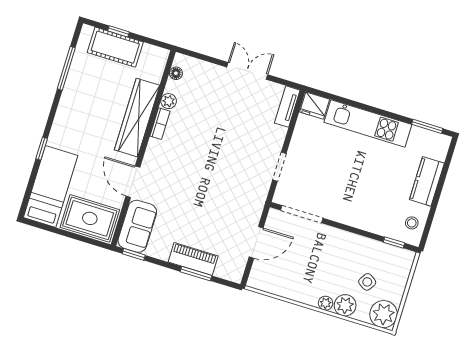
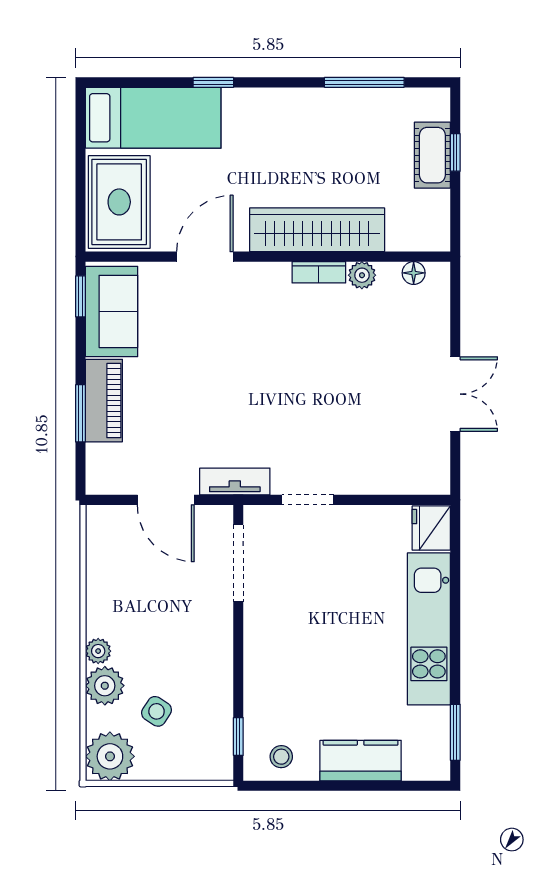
cot: (115, 47) -> (432, 155), width x0.73, depth x0.75
tv unit: (287, 107) -> (235, 481), moved
sofa: (137, 226) -> (112, 311), moved, turned -90

